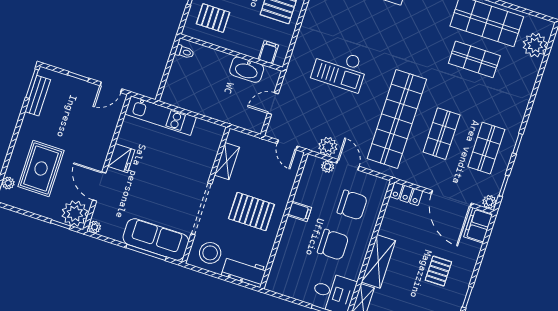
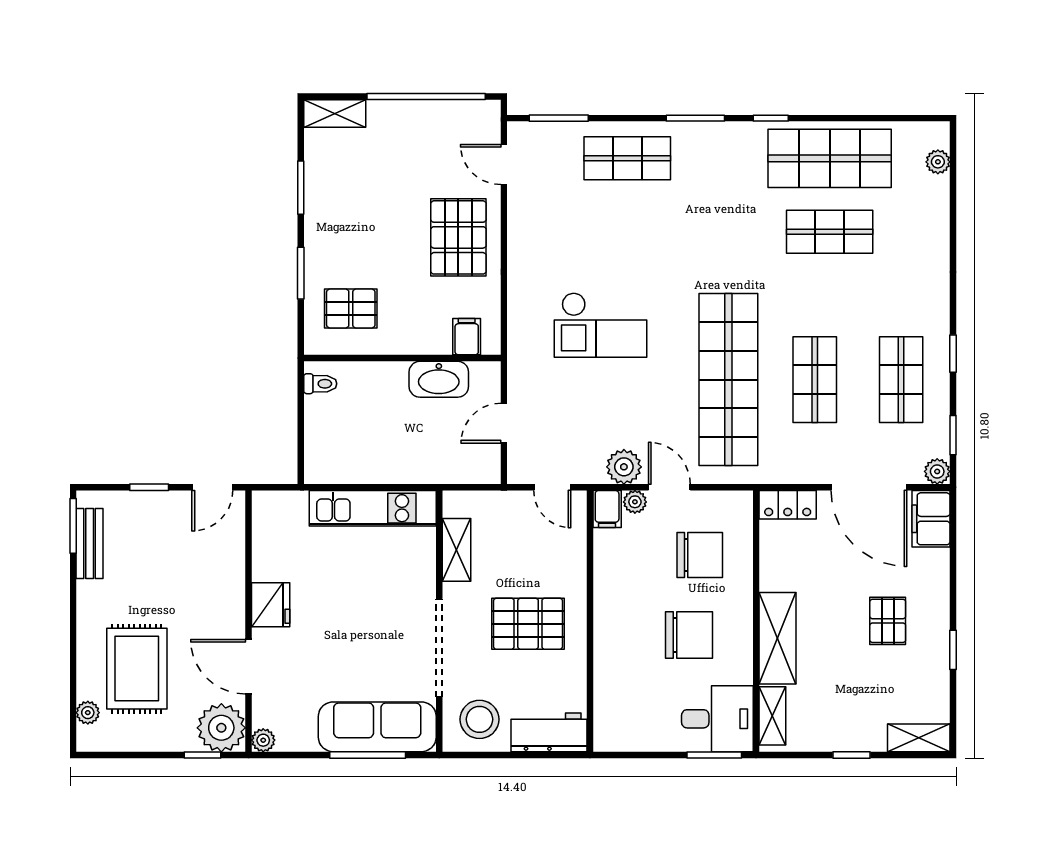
plant: (535, 45) -> (938, 162), width x0.53, depth x0.53
kitchen unit: (161, 116) -> (373, 508), moved
filing cabinet: (300, 211) -> (607, 509), moved, turned 90

